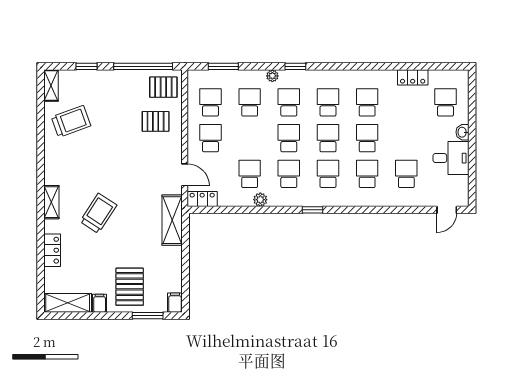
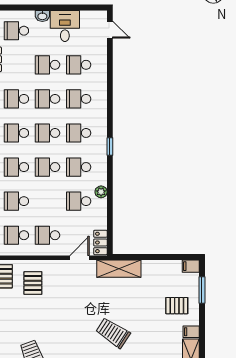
school desk: (406, 138) -> (48, 65), added
pallet: (130, 287) -> (177, 306), width x0.67, depth x0.71

